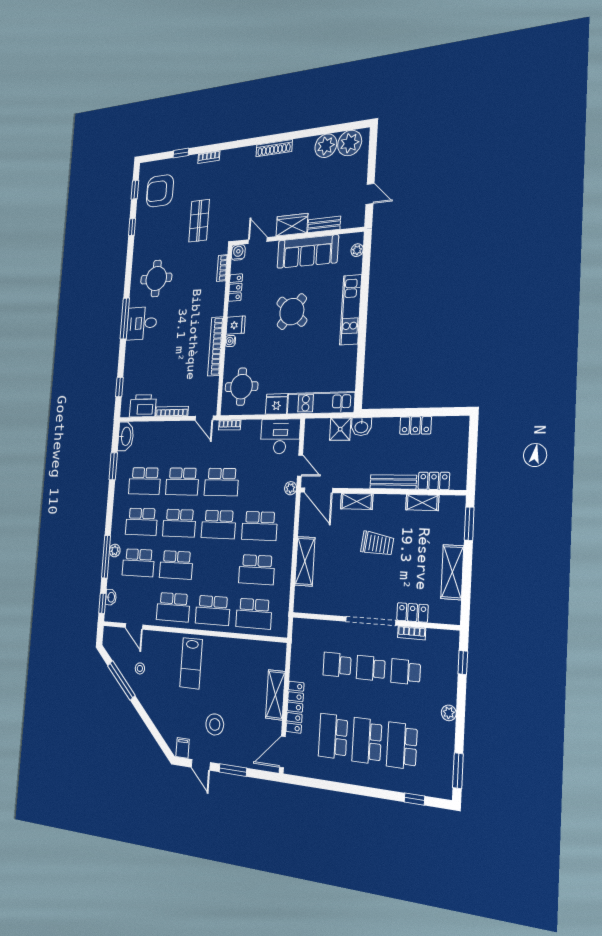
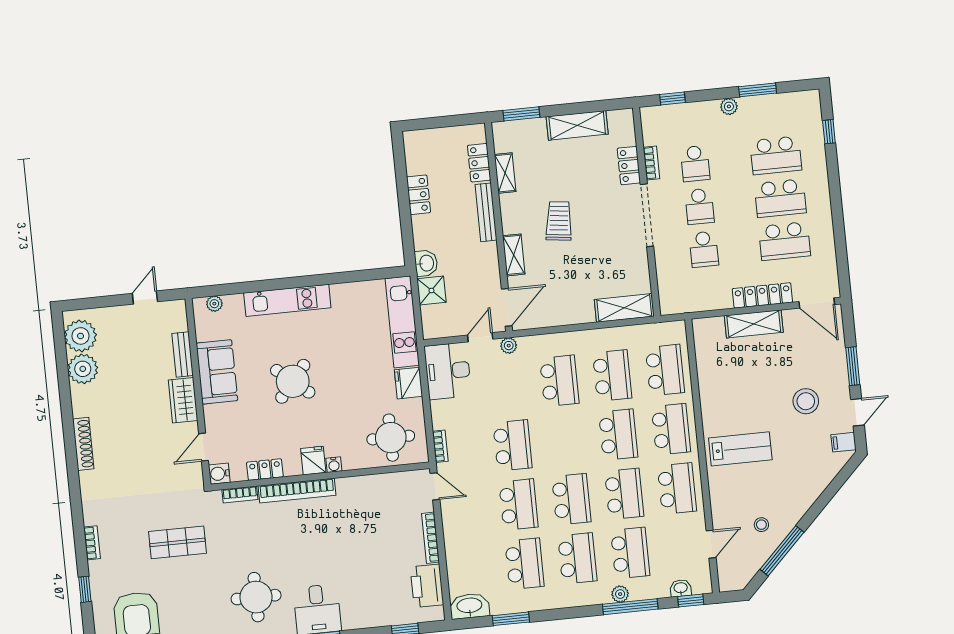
sofa: (308, 252) -> (217, 372), width x0.73
bookcase: (216, 346) -> (297, 491), moved
door: (204, 418) -> (435, 486), hinge flipped
school desk: (219, 524) -> (618, 435), moved
shelving: (305, 561) -> (624, 308), moved
window: (458, 771) -> (758, 90), moved

